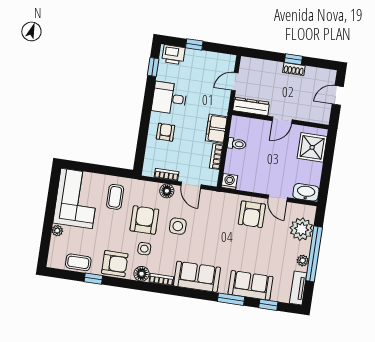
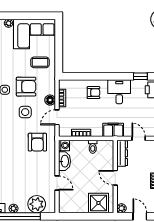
plant: (324, 118) -> (122, 208), added
filing cabinet: (216, 129) -> (113, 130), moved
washbasin: (306, 192) -> (64, 161), moved
door: (278, 198) -> (57, 183), swing flipped
armchair: (252, 214) -> (37, 142), moved, turned -90

